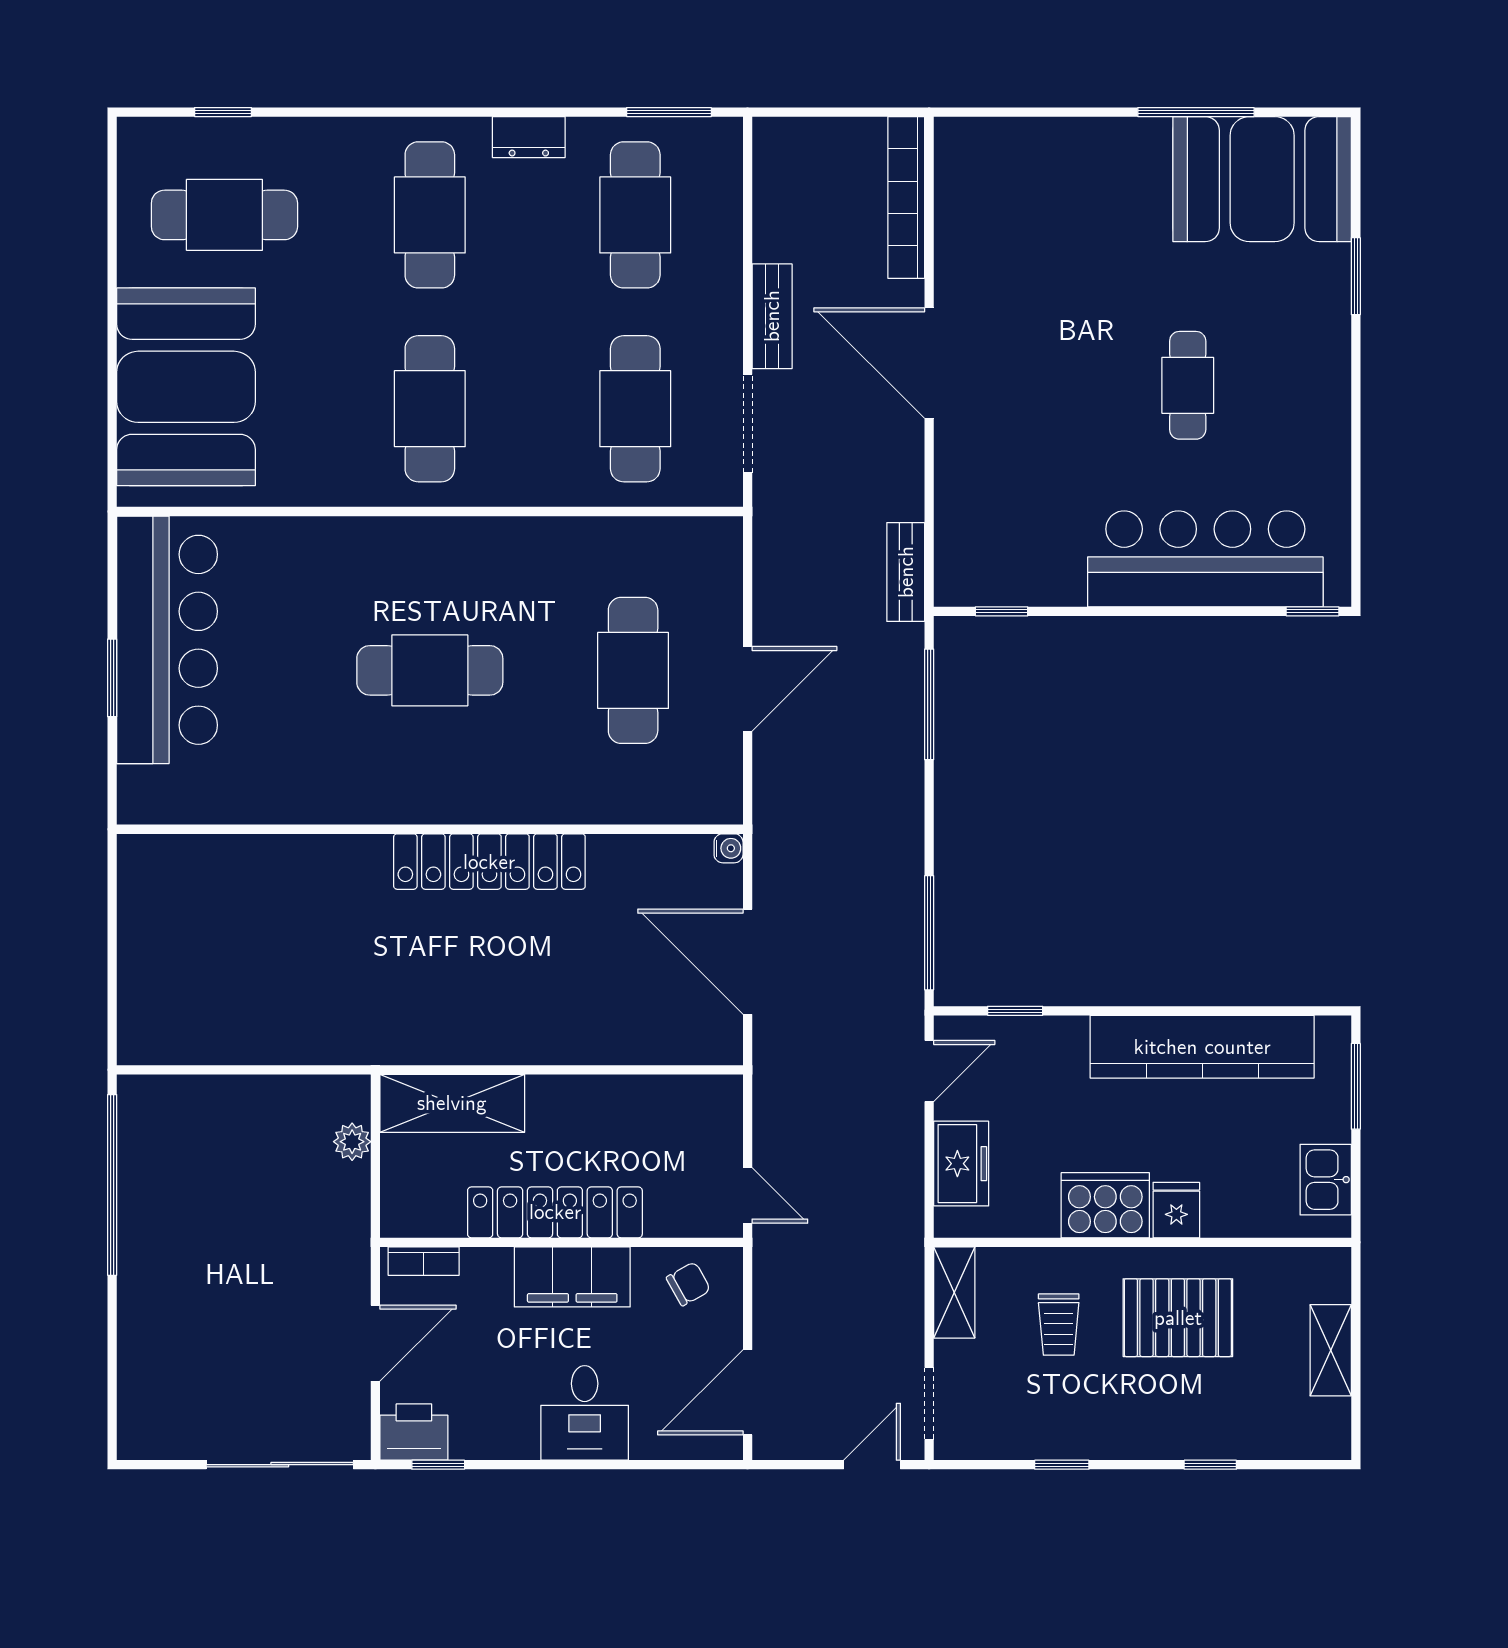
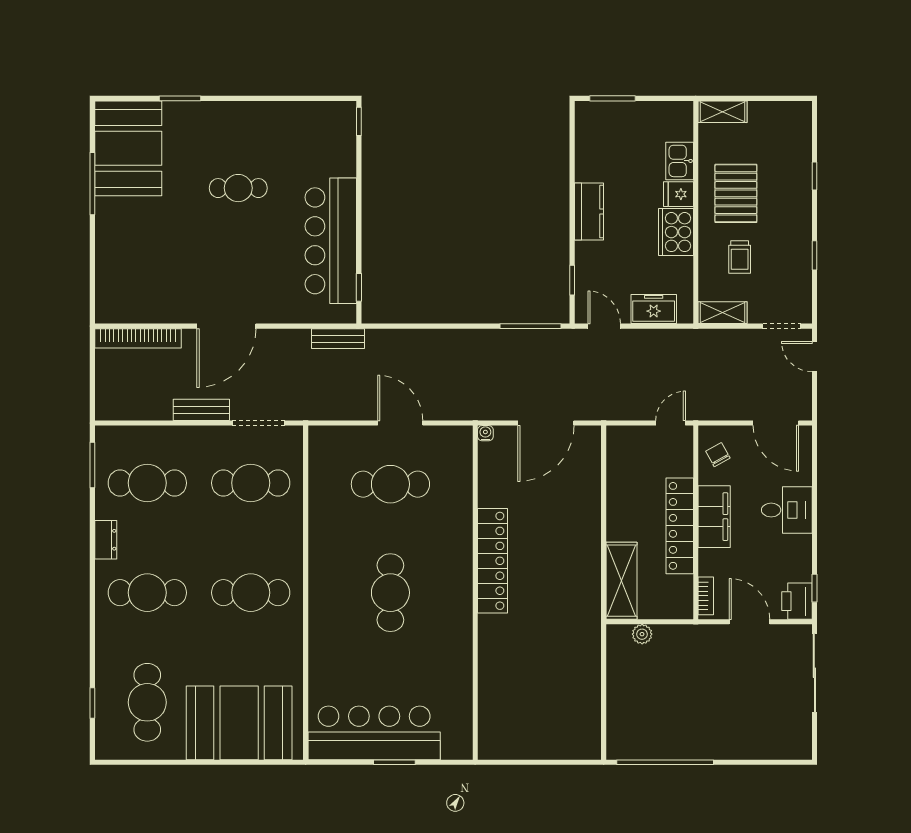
bar counter: (1205, 559) -> (331, 241), moved
window: (929, 704) -> (409, 326), removed
kitchen counter: (1202, 1047) -> (589, 212), width x0.48, depth x0.86
kitchen sink: (1326, 1180) -> (680, 161), moved, turned 90
trolley: (1059, 1325) -> (740, 257), turned 90
shelving: (1331, 1350) -> (723, 112), moved

